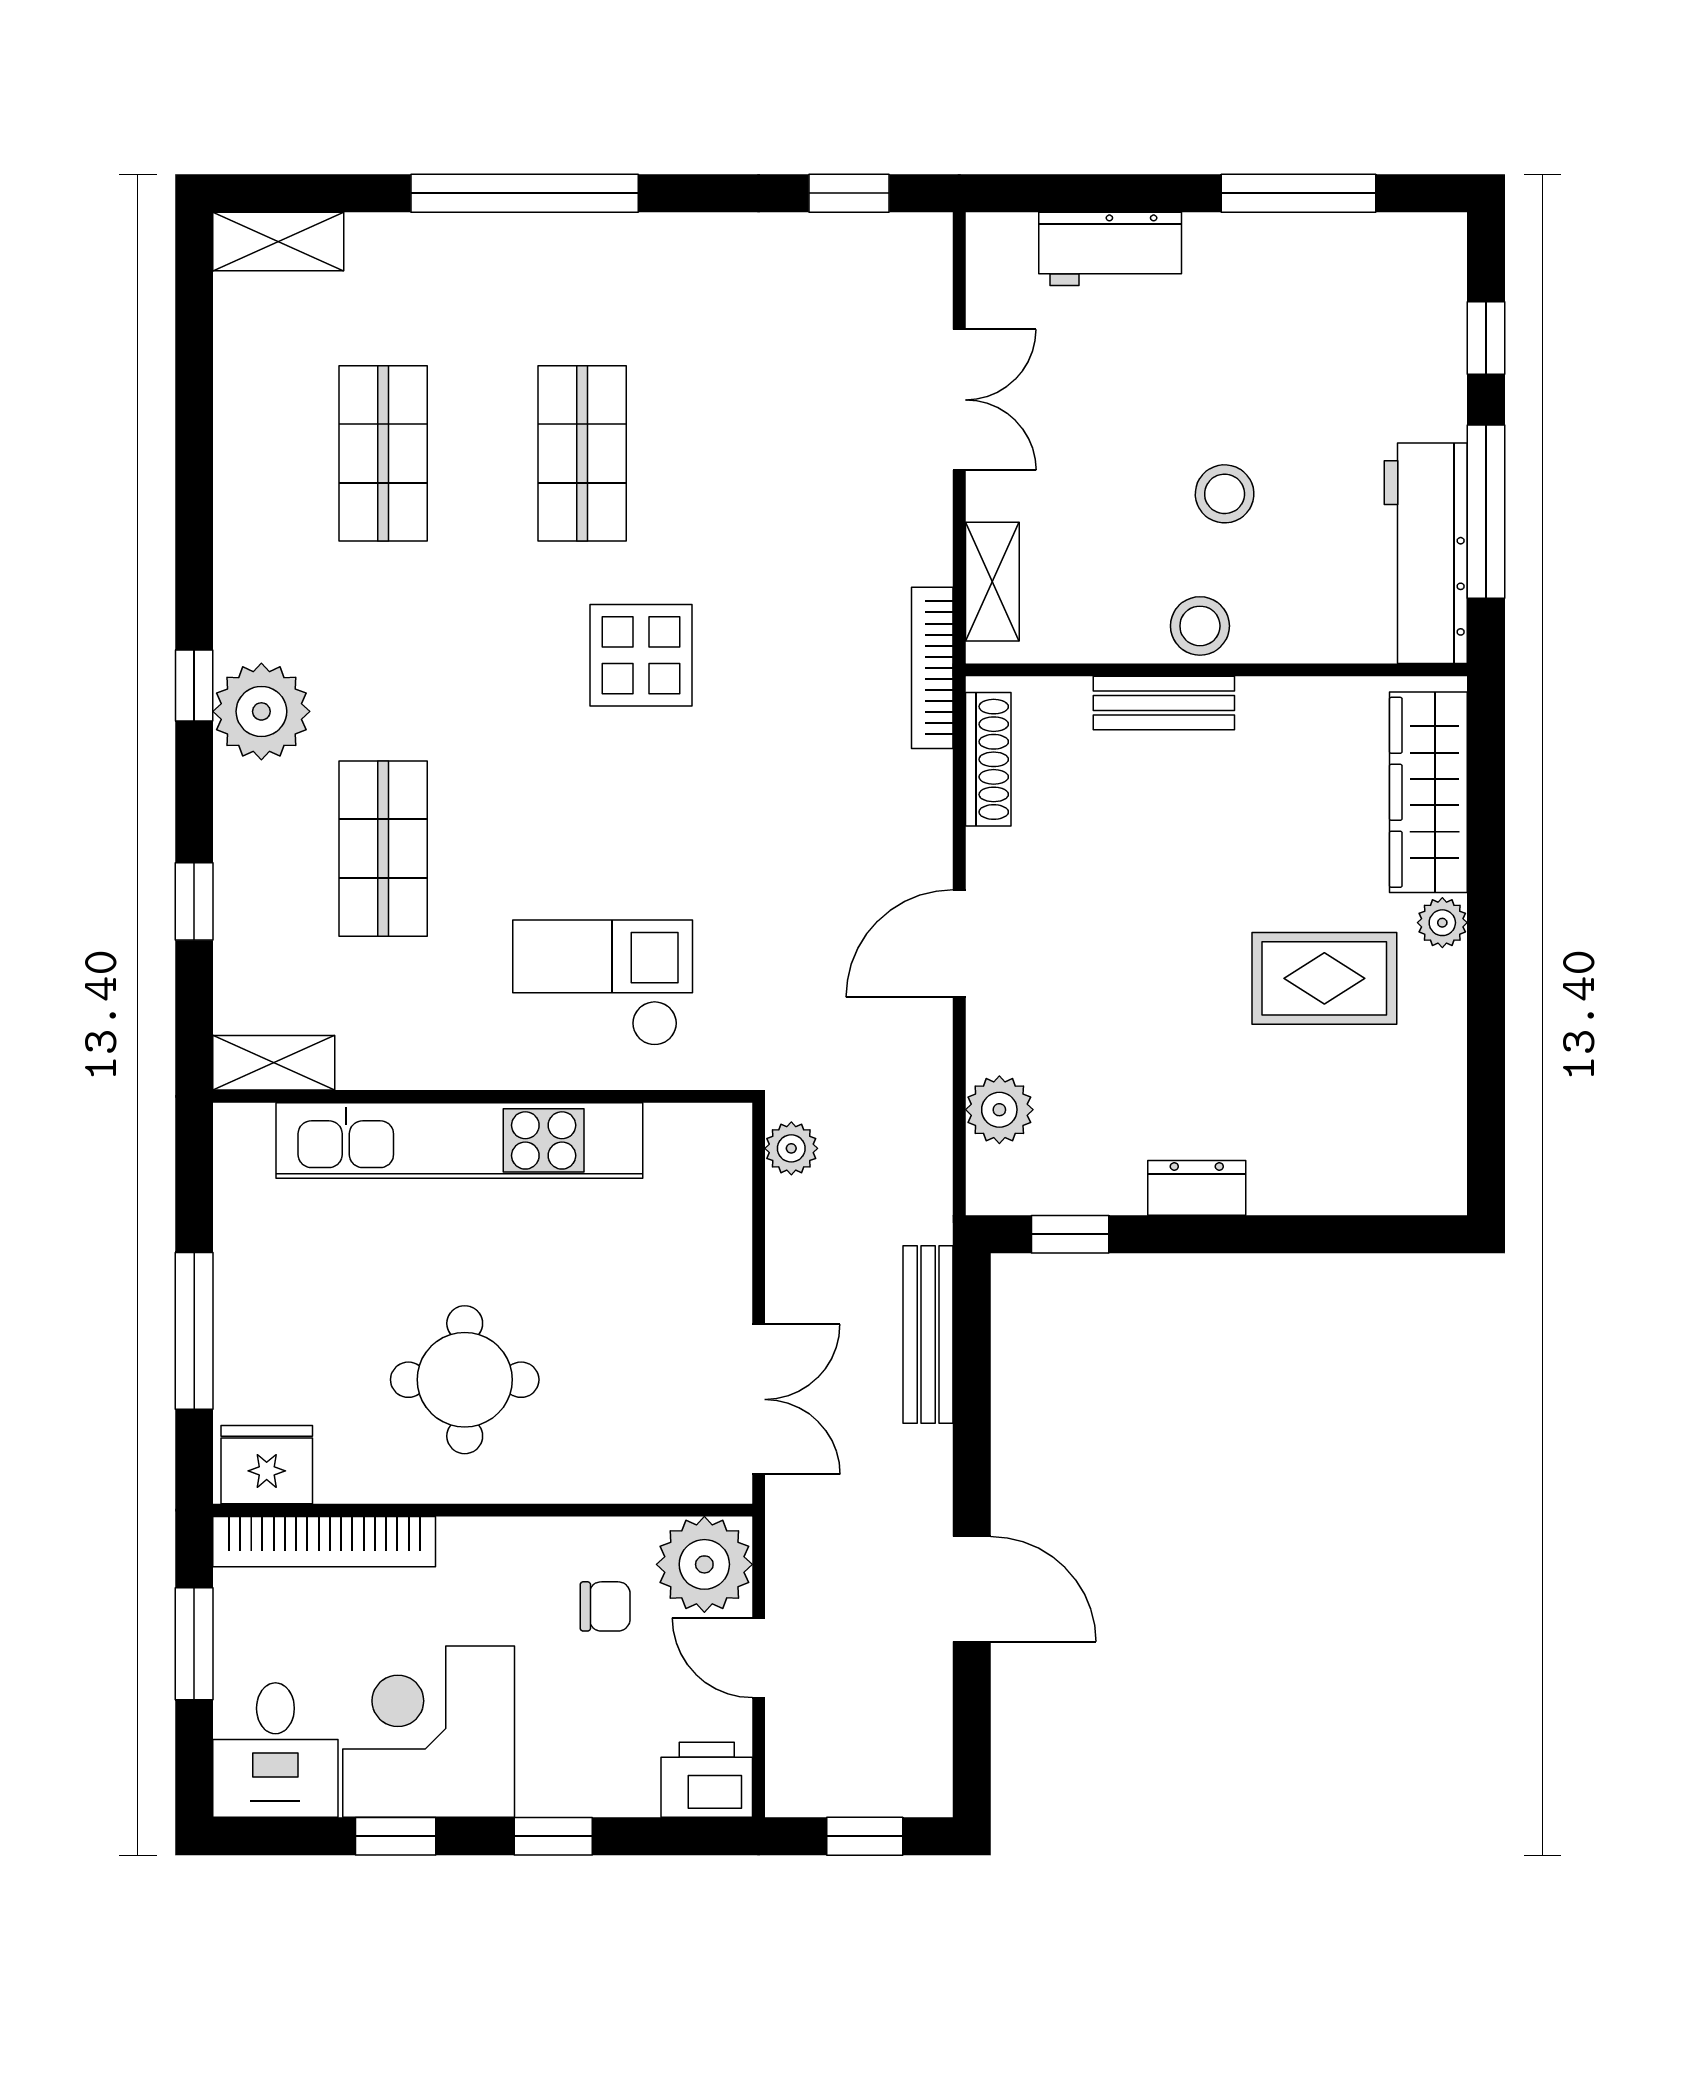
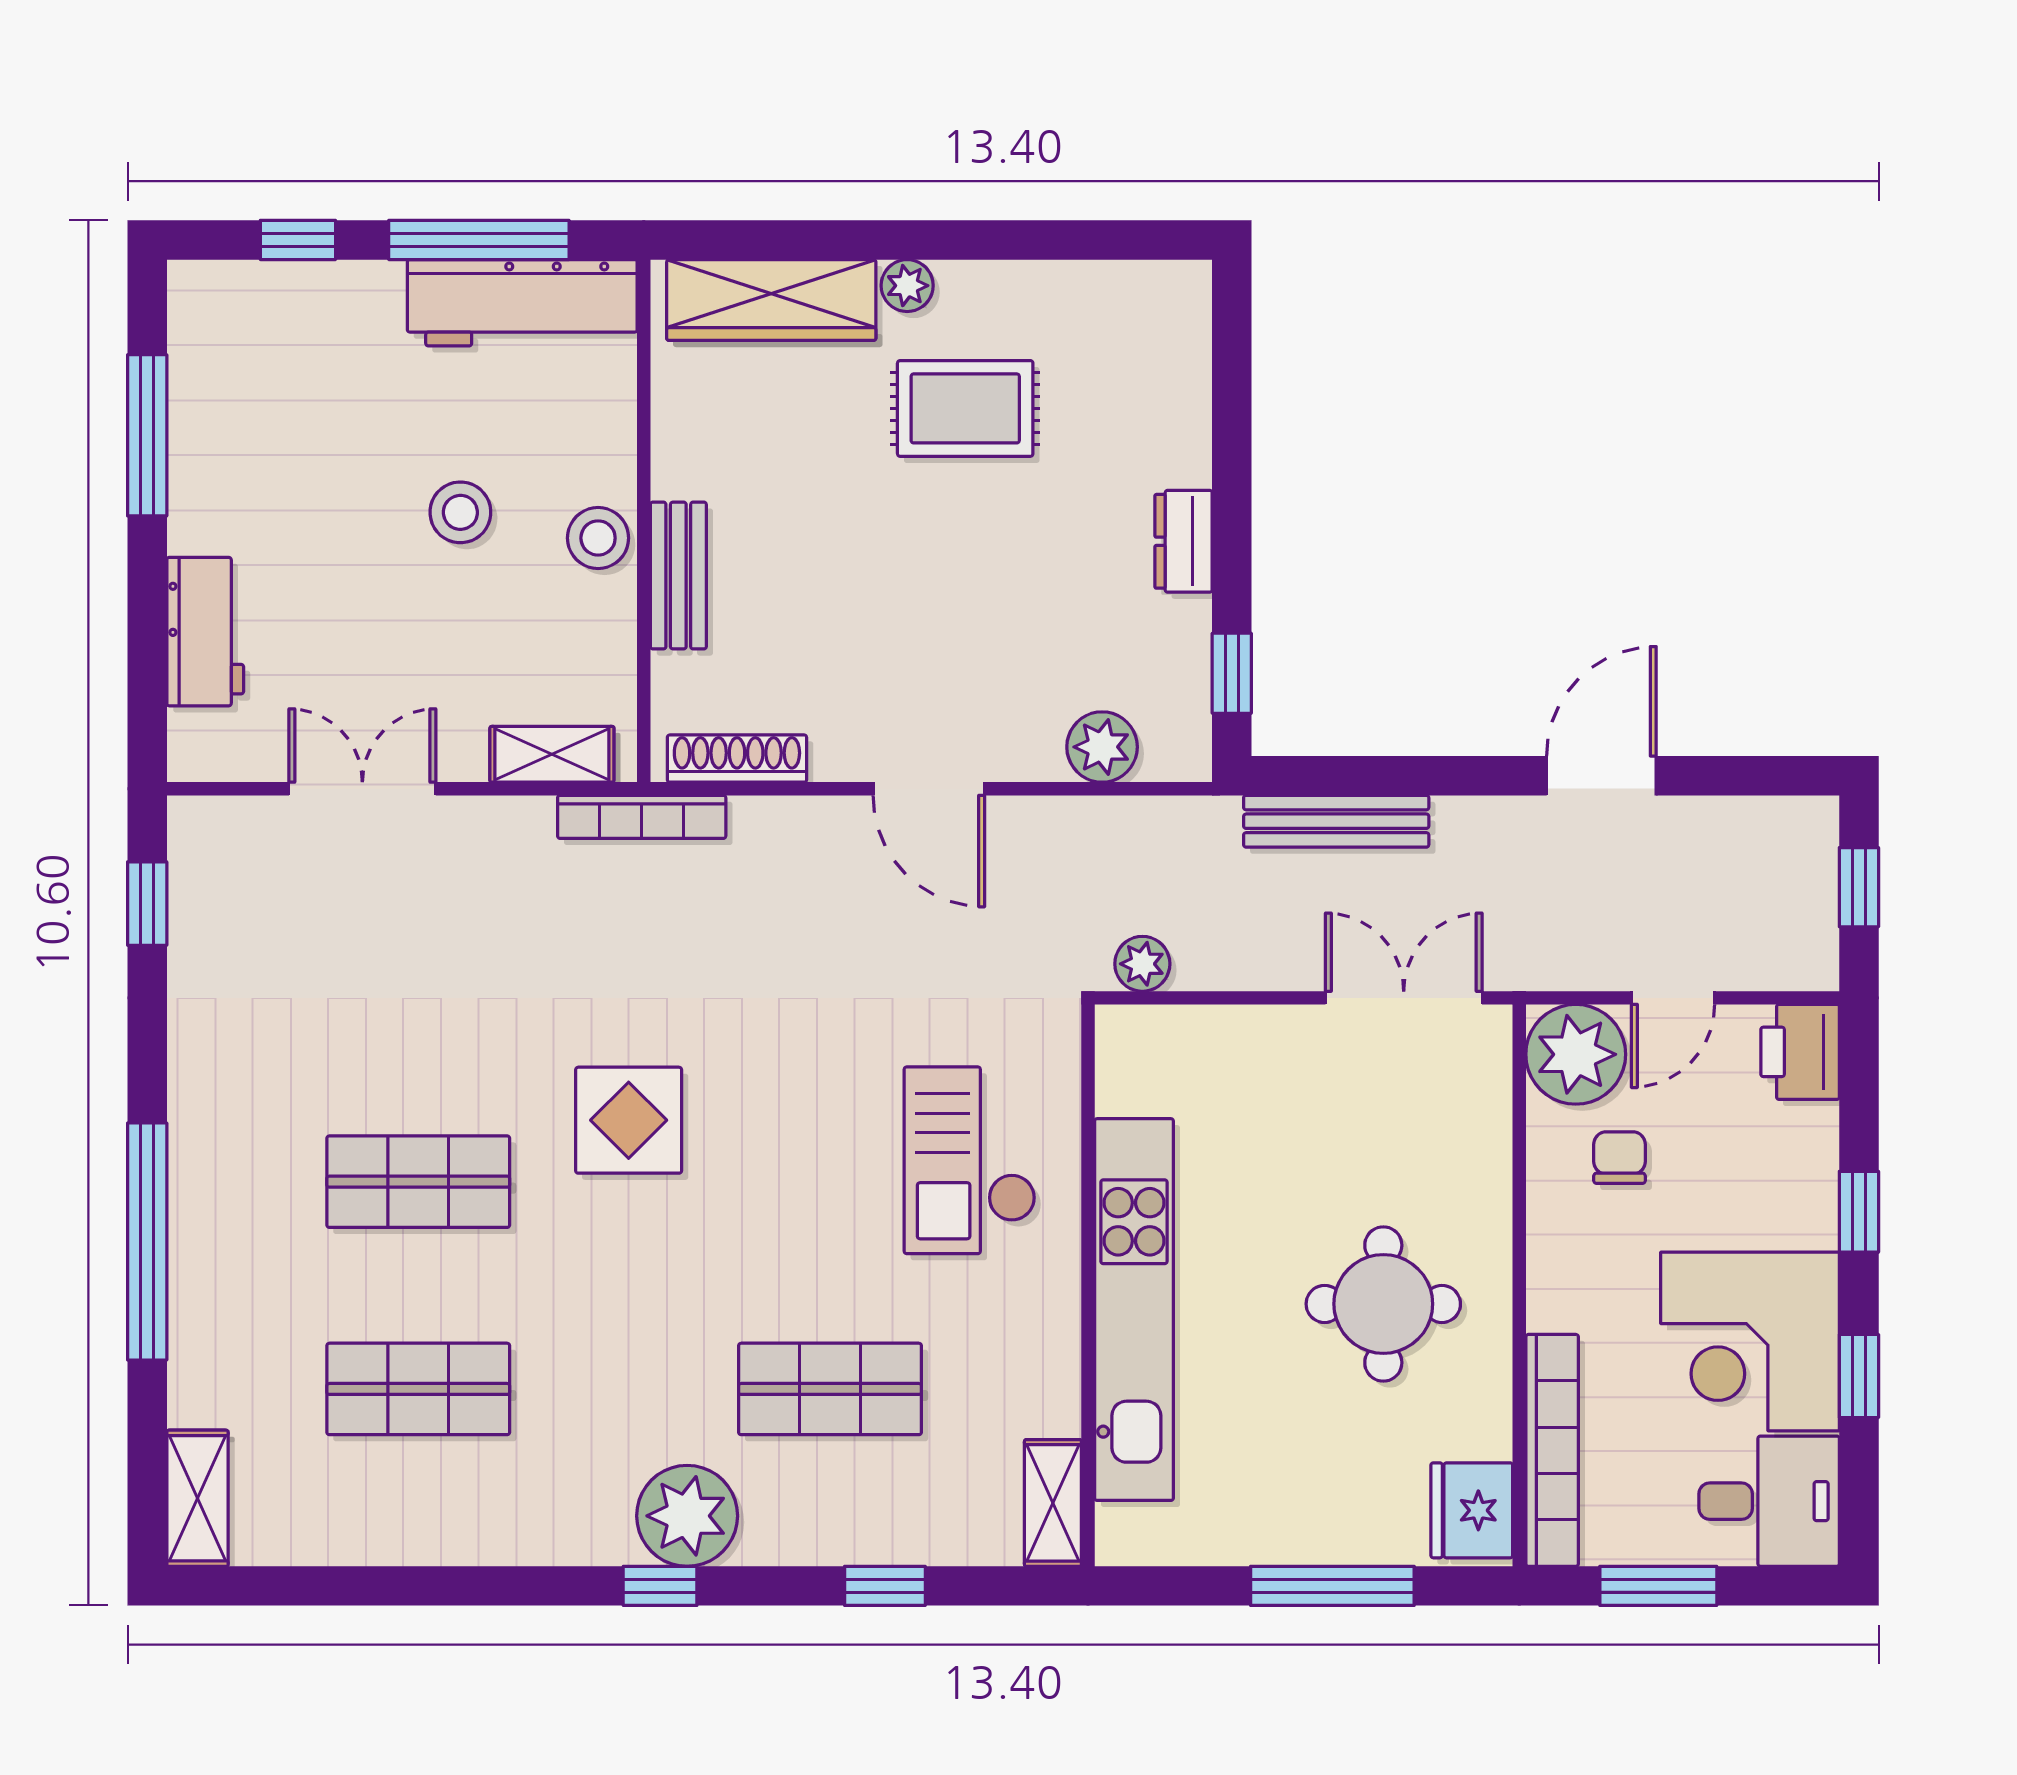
rug: (1324, 978) -> (965, 408), turned 90

